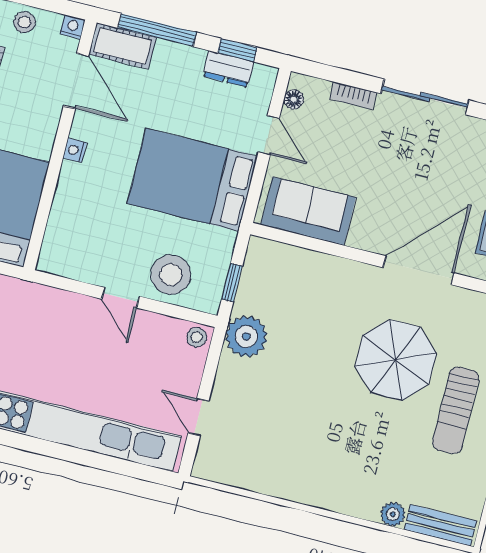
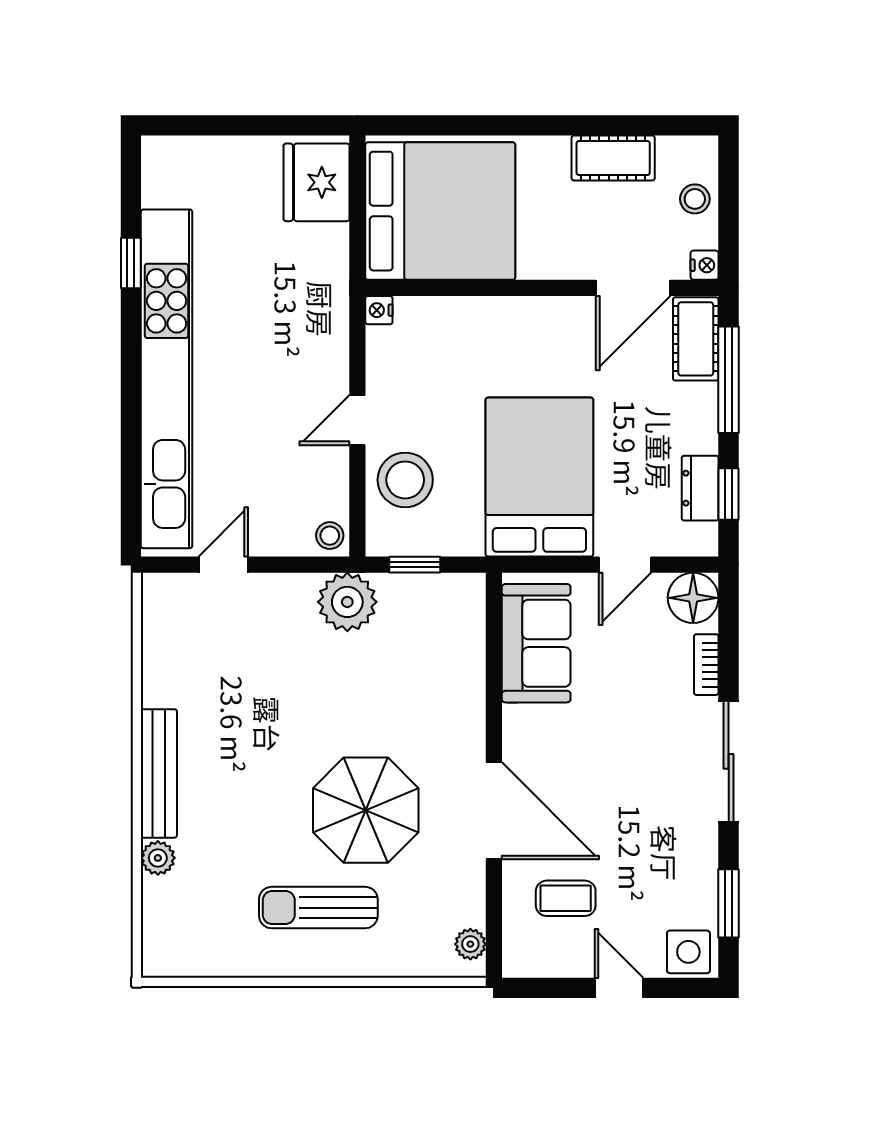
floor lamp: (294, 99) -> (693, 598), width x1.89, depth x1.89
nightstand: (75, 150) -> (379, 310), moved, turned -90
bench: (440, 525) -> (159, 773), moved, width x1.36

